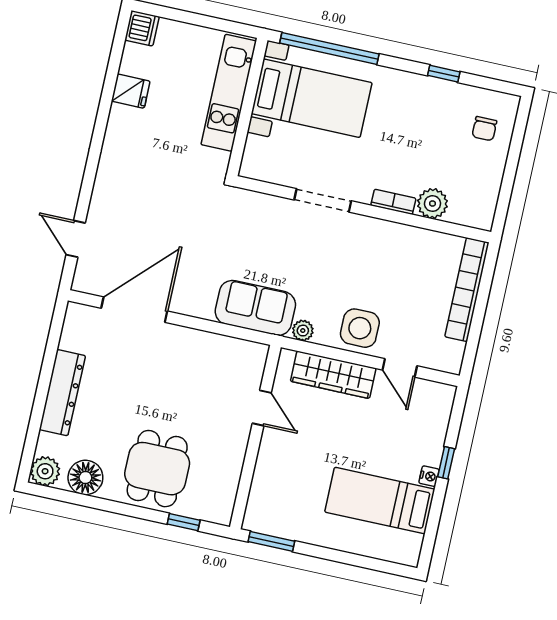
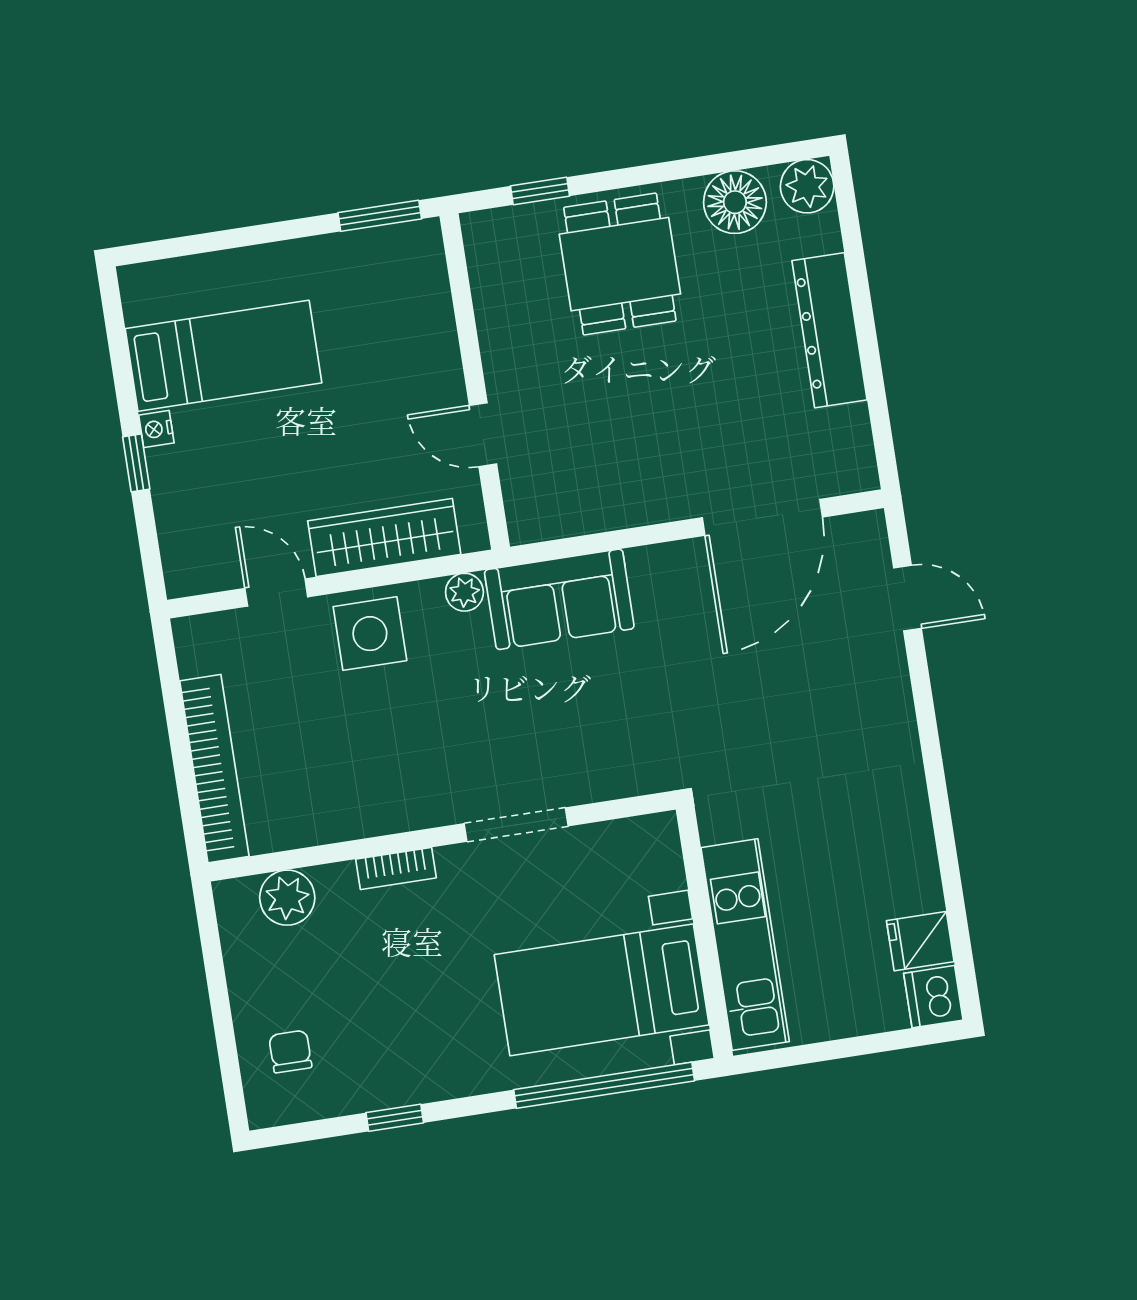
fridge: (131, 91) -> (920, 941), moved
plant: (432, 204) -> (287, 898), moved

